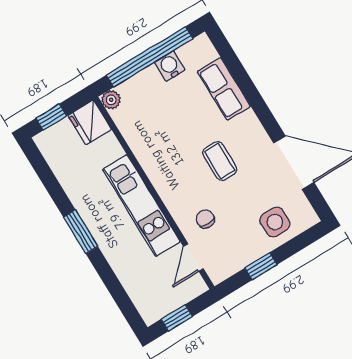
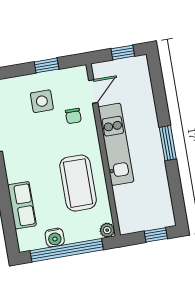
fridge: (90, 122) -> (129, 220), removed
coffee table: (220, 161) -> (78, 183), moved, width x1.86, depth x1.72
side table: (275, 222) -> (42, 101), moved

